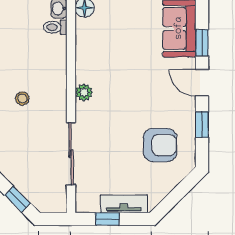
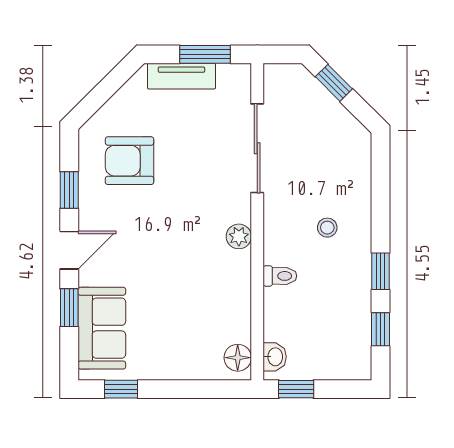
toilet: (55, 27) -> (280, 276), moved
door: (202, 83) -> (69, 250), hinge flipped
window: (107, 219) -> (205, 54), width x1.50

